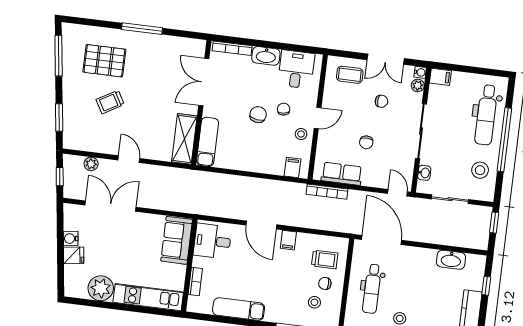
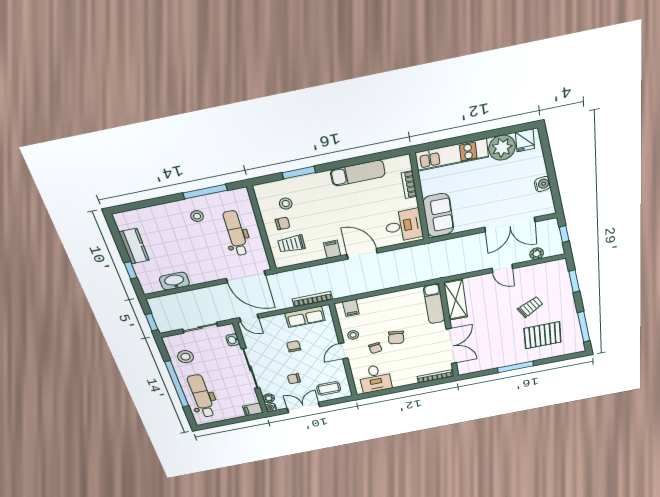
washbasin: (266, 56) -> (404, 380), removed
fridge: (74, 255) -> (525, 140), moved, turned -82

